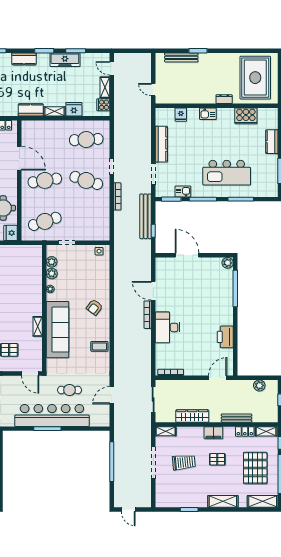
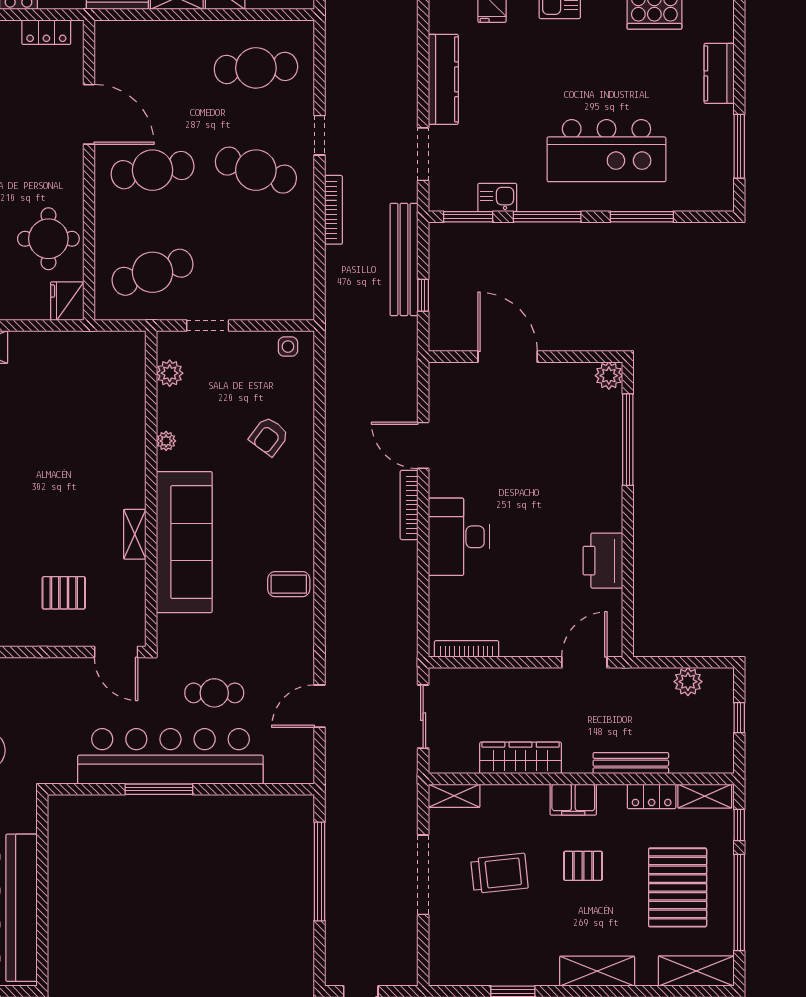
plant: (52, 273) -> (170, 402), removed
armchair: (94, 307) -> (269, 436), moved

